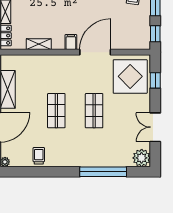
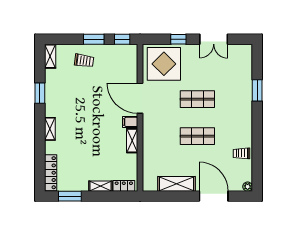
shelving: (39, 44) -> (132, 141), moved
window: (155, 80) -> (178, 39), moved
plant: (142, 158) -> (244, 53), removed
window: (103, 172) -> (257, 90), width x0.47

